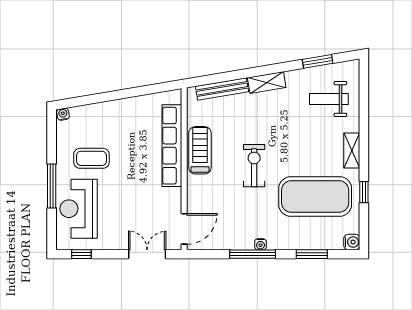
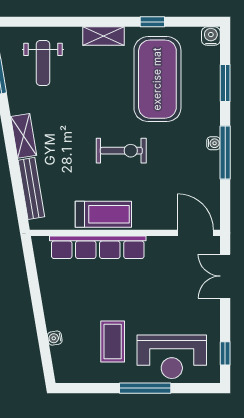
water cooler: (63, 114) -> (55, 338), moved
treadmill: (200, 150) -> (103, 214), turned 180
exercise bike: (254, 166) -> (121, 151), turned 180

